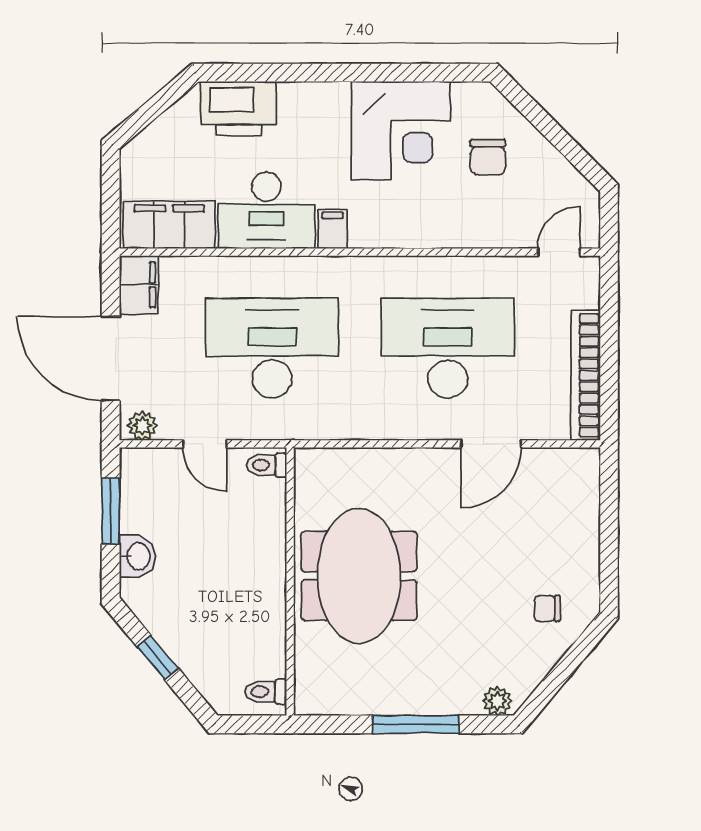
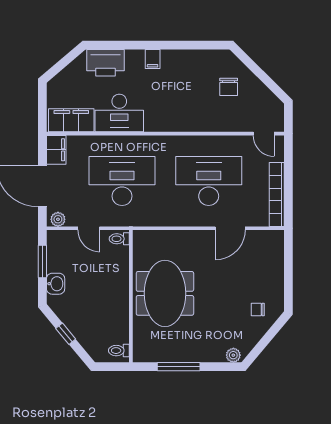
corner desk: (401, 131) -> (186, 74), removed
filing cabinet: (333, 229) -> (153, 59), moved, turned 180
door: (559, 252) -> (264, 134), swing flipped
window: (416, 724) -> (179, 367), moved

